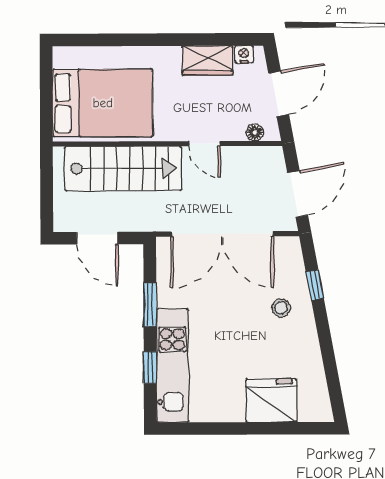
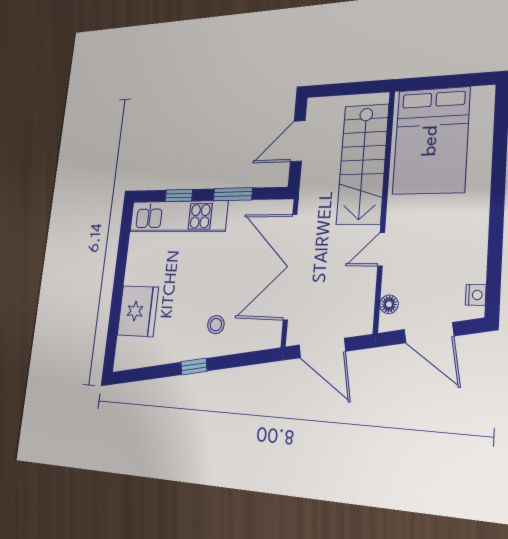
wardrobe: (208, 60) -> (471, 254), removed
window: (315, 285) -> (194, 367), moved

